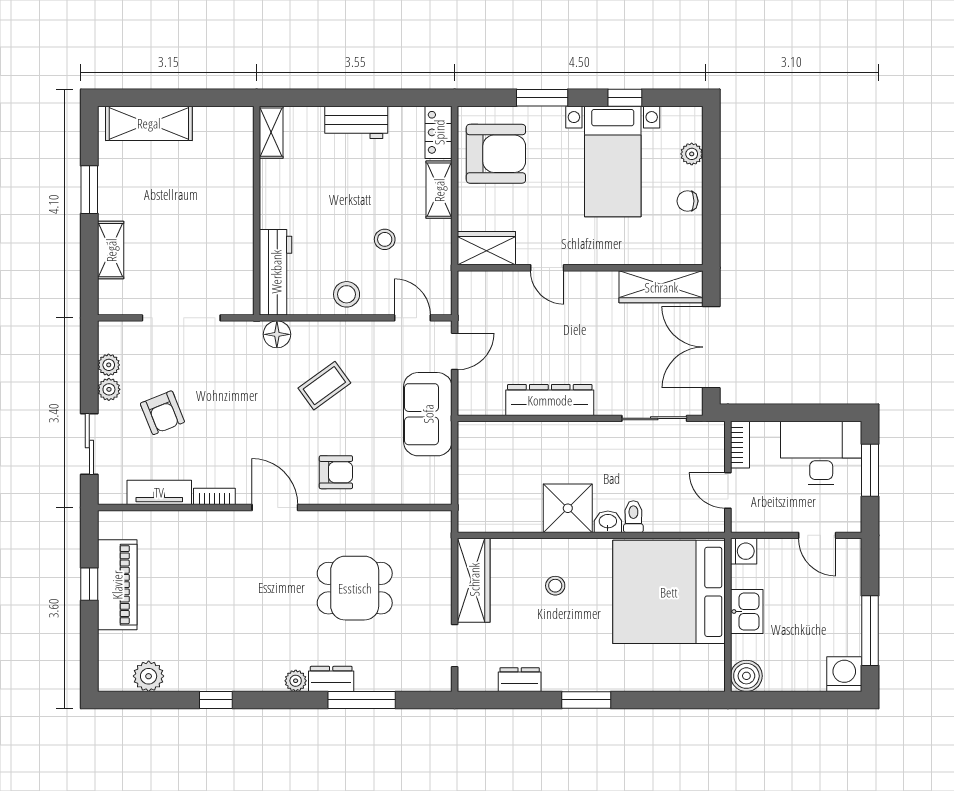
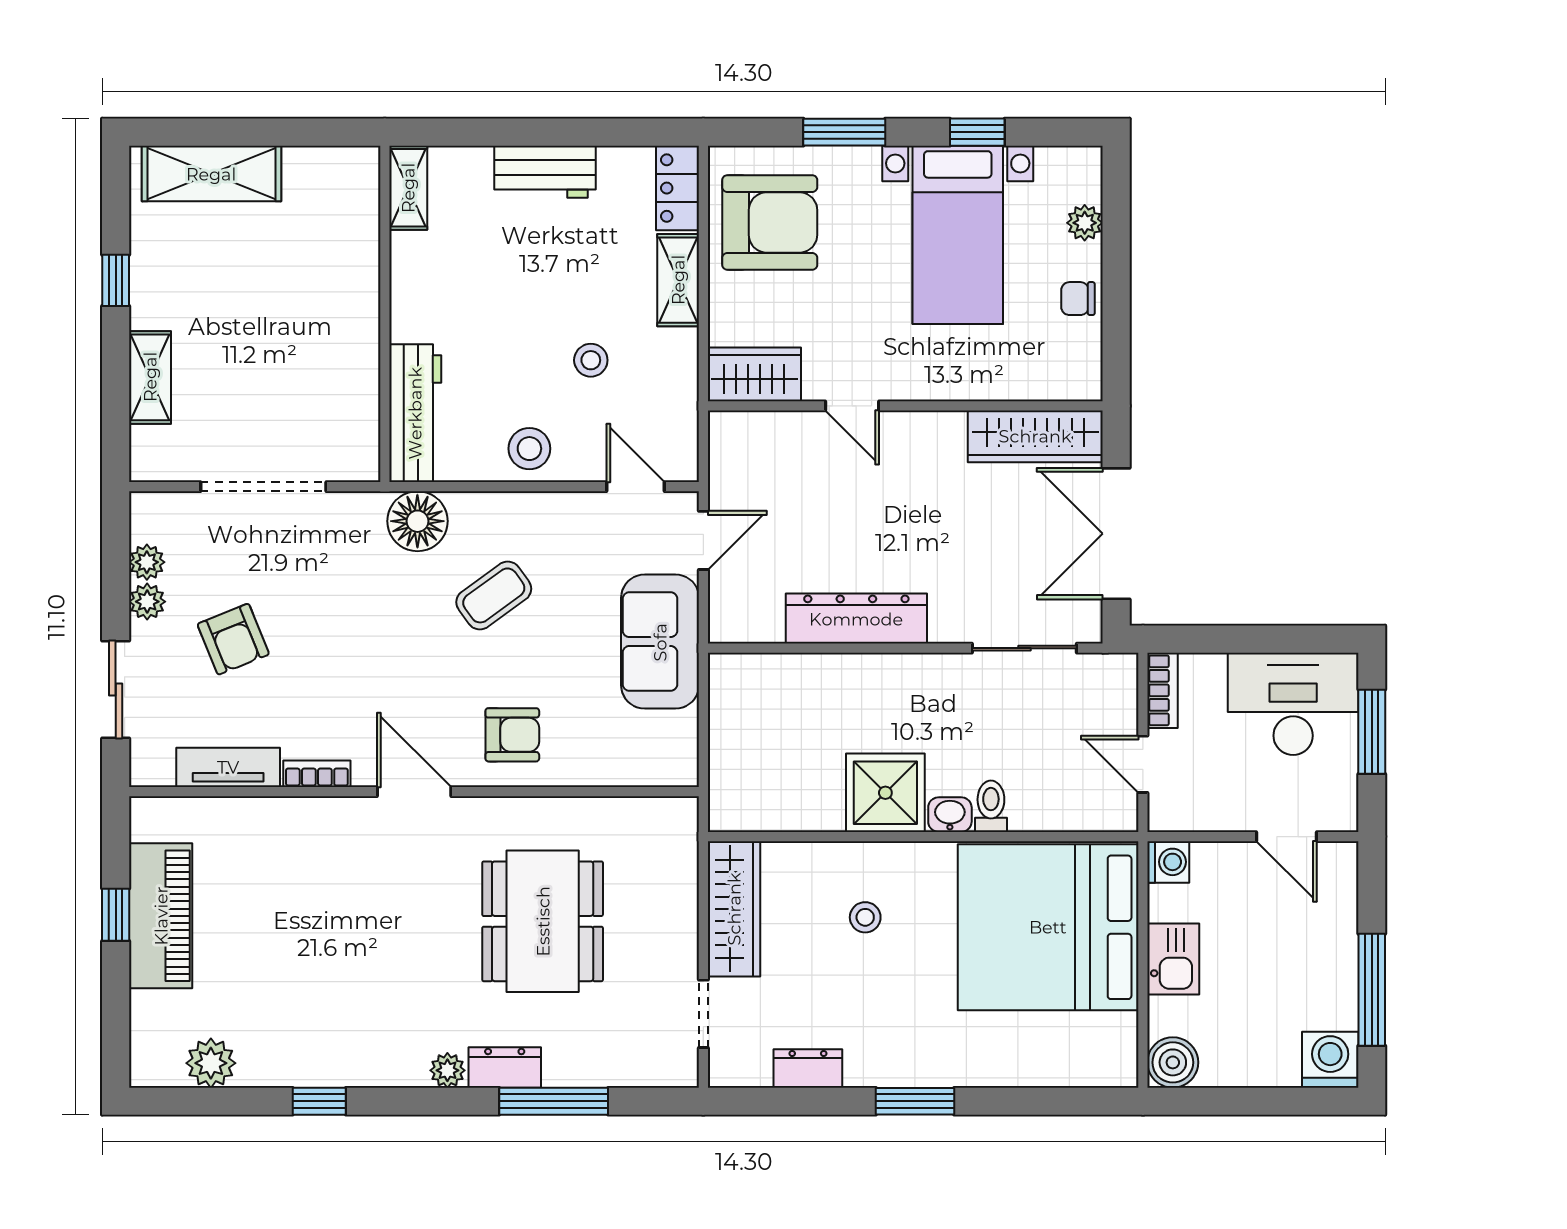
window: (89, 190) -> (116, 280), width x0.67
floor lamp: (277, 334) -> (417, 521), width x1.38, depth x1.38
dining table: (355, 588) -> (543, 921), width x1.38

